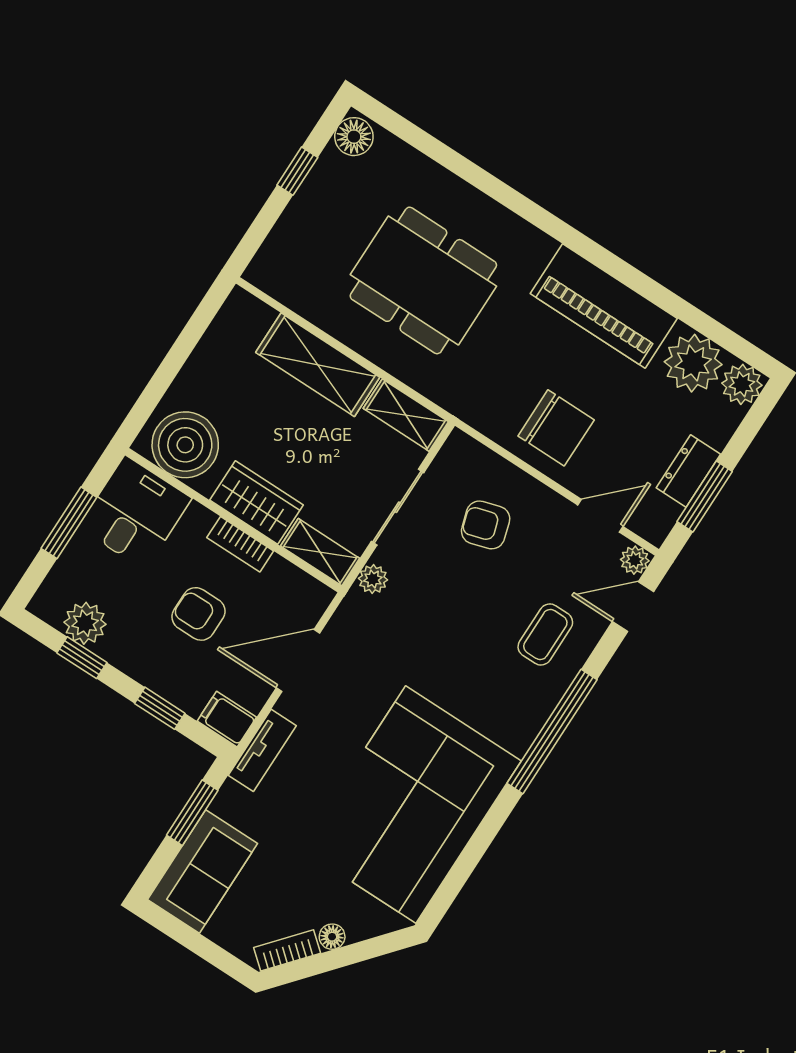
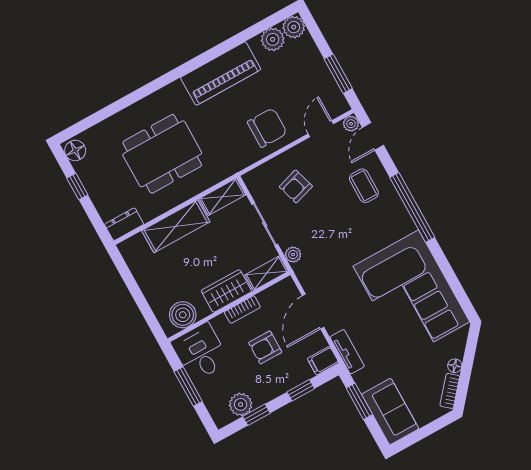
plant: (693, 363) -> (273, 39), width x0.73, depth x0.73
boiler: (185, 445) -> (183, 315), width x0.73, depth x0.73
dresser: (688, 471) -> (124, 224), moved, turned 90

